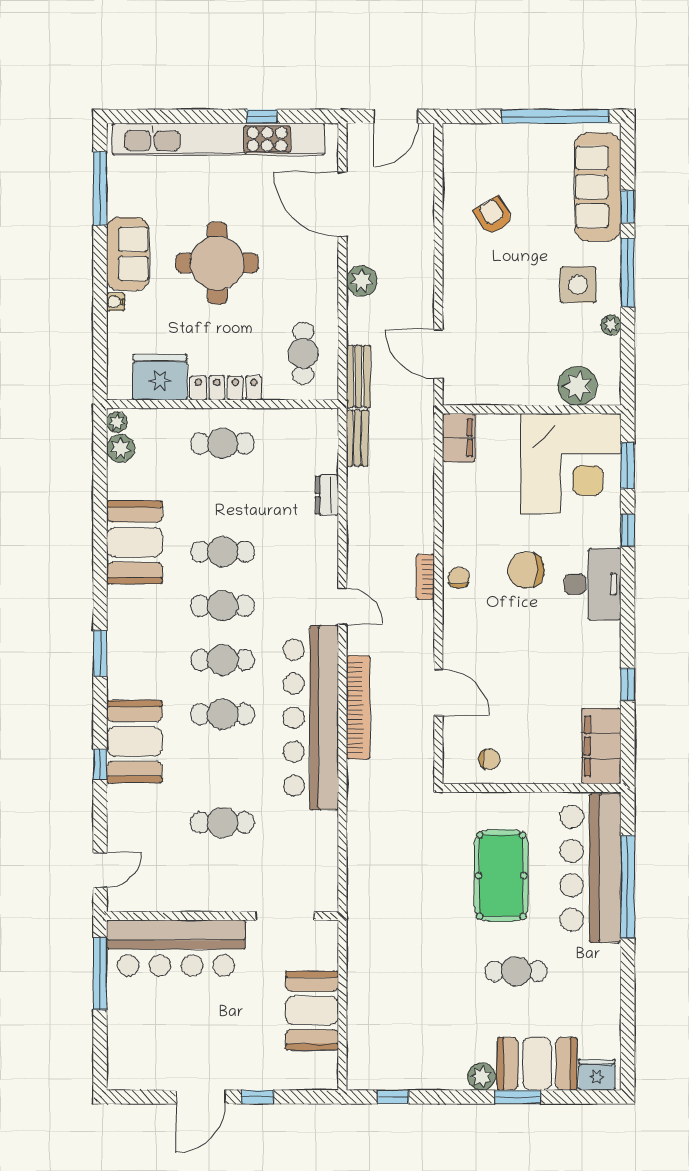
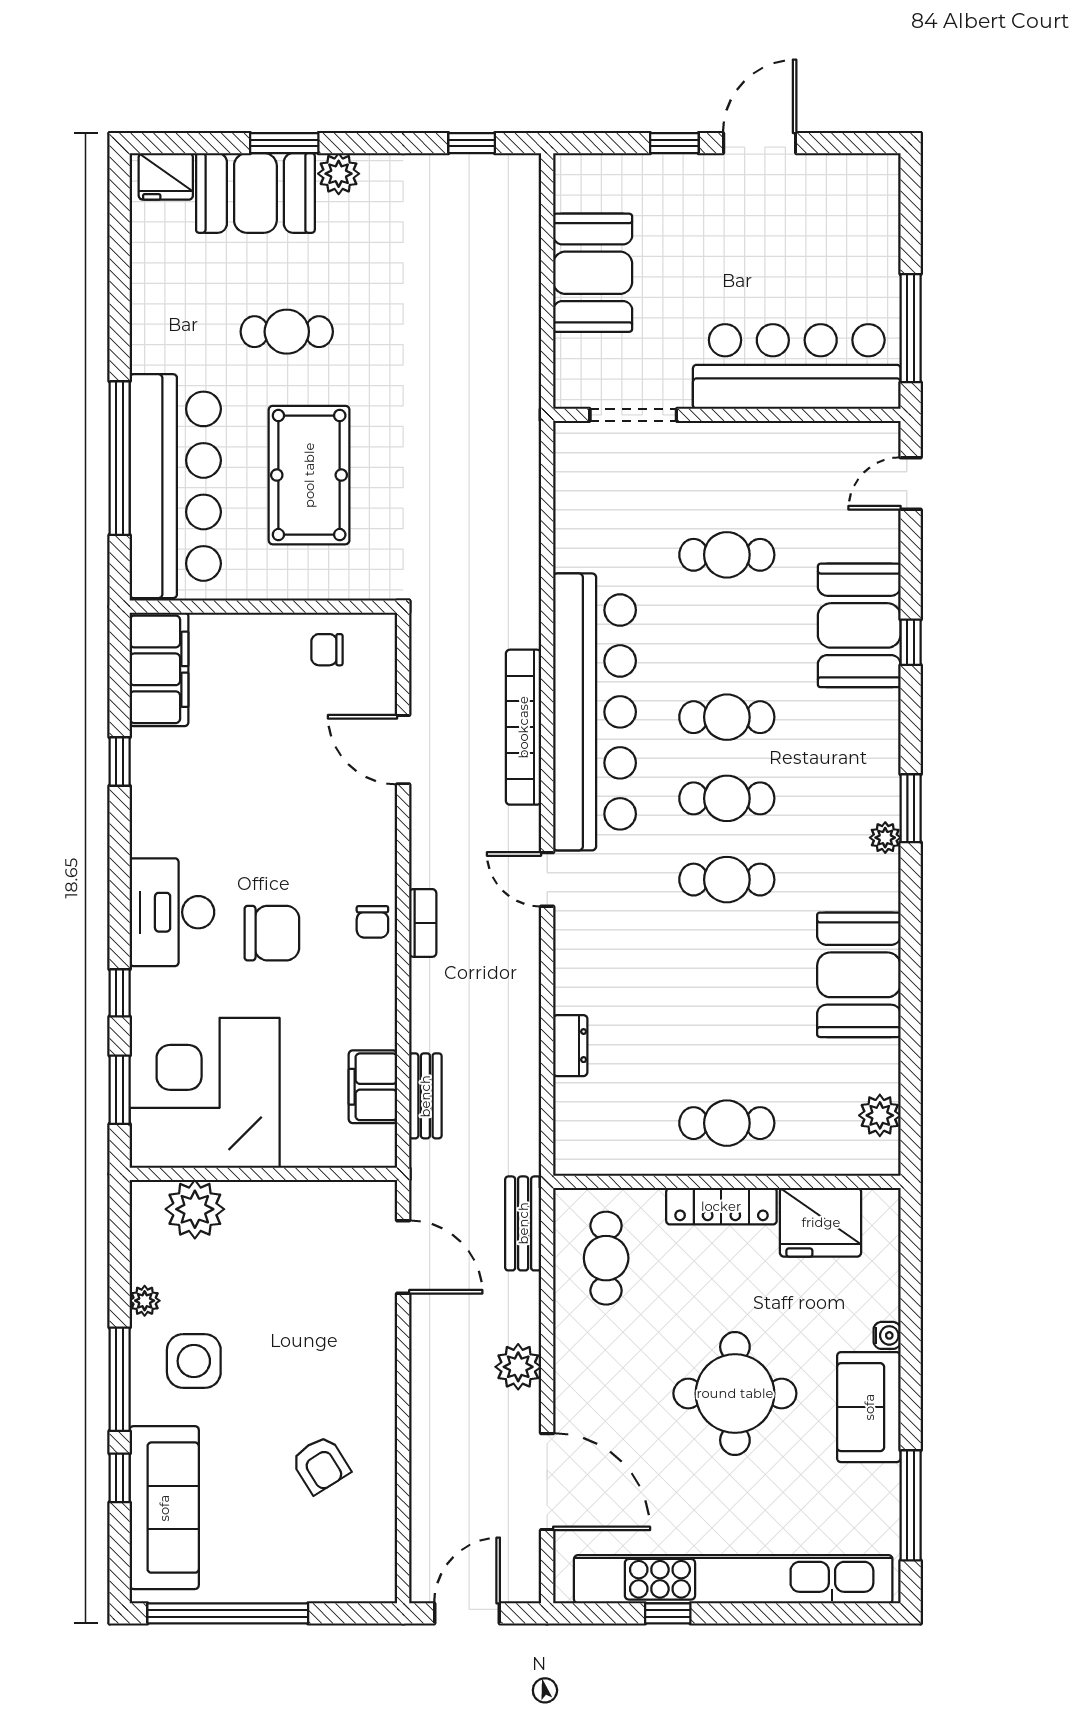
plant: (117, 422) -> (885, 838), moved
bench: (357, 438) -> (425, 1096), moved
filing cabinet: (459, 438) -> (373, 1087), moved
cafe table: (223, 552) -> (727, 961), removed
booth: (134, 741) -> (859, 625), moved

